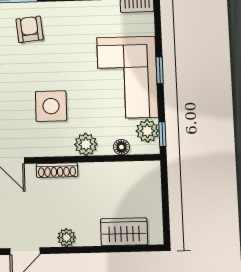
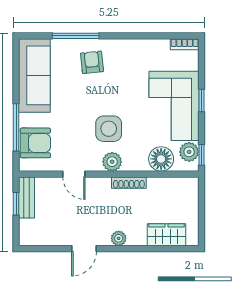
plant: (86, 144) -> (112, 162), moved
floor lamp: (121, 147) -> (161, 159), width x1.89, depth x1.89
shoe rack: (57, 170) -> (129, 183), moved

